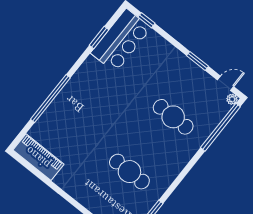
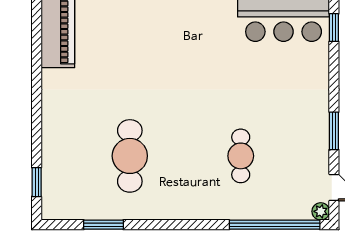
cafe table: (173, 117) -> (241, 156), width x0.73, depth x0.74

